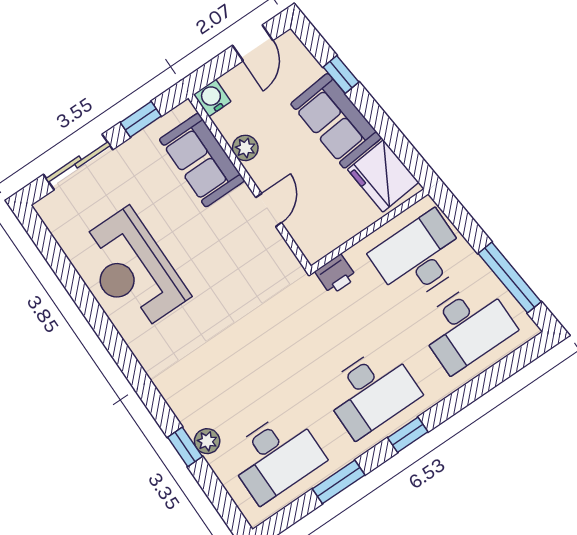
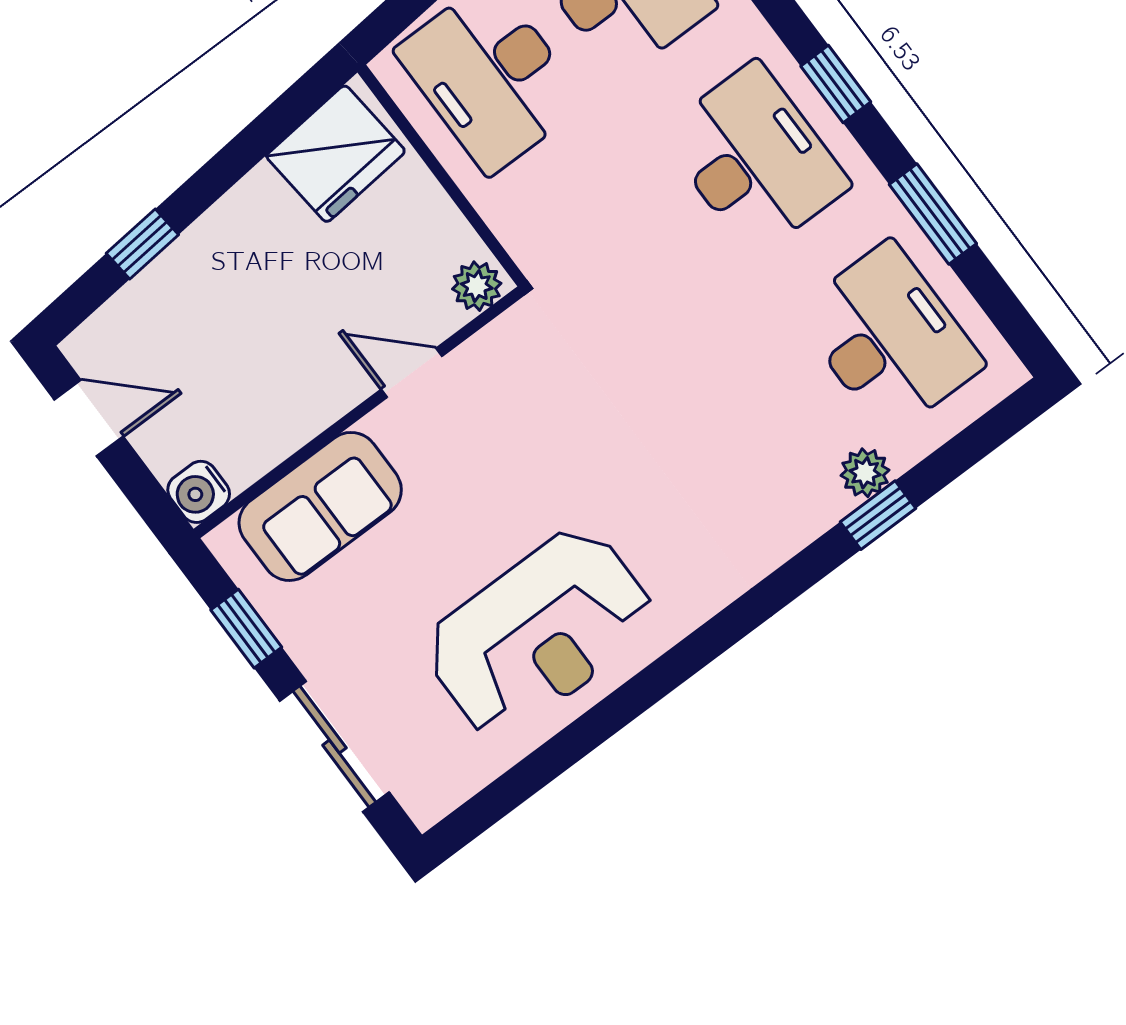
sofa: (336, 121) -> (233, 250), removed
plant: (245, 148) -> (477, 286), moved
printer: (336, 275) -> (531, 237), removed

